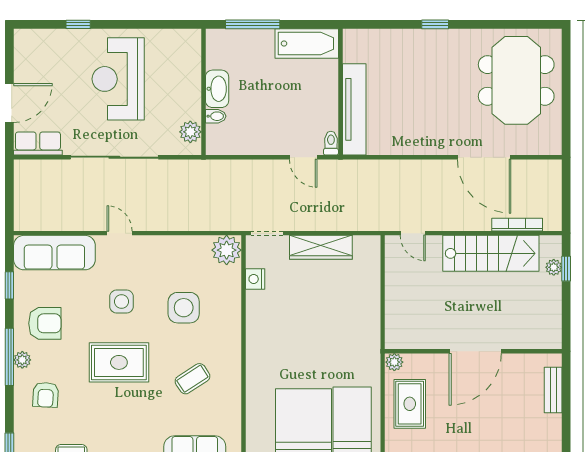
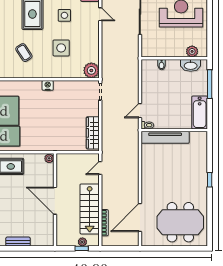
washbasin: (217, 89) -> (191, 65), moved
plant: (190, 132) -> (192, 51), moved
door: (484, 157) -> (140, 218), moved
door: (120, 233) -> (100, 14), hinge flipped
wardrobe: (321, 247) -> (93, 133), moved
nightstand: (255, 279) -> (48, 85), moved
wall: (473, 351) -> (55, 200), moved
door: (475, 351) -> (55, 201), moved
plant: (394, 362) -> (49, 158), moved

